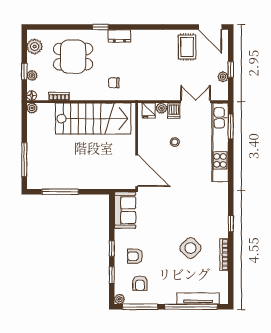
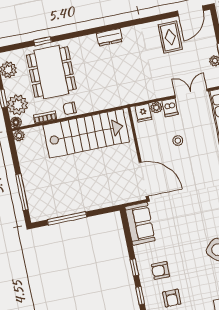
window: (100, 27) -> (43, 41), moved
door: (210, 27) -> (190, 11), hinge flipped
dresser: (119, 36) -> (109, 37), moved
dining table: (73, 57) -> (51, 72), width x1.38
plant: (32, 75) -> (18, 105), width x1.88, depth x1.88
chair: (114, 83) -> (70, 108), moved

